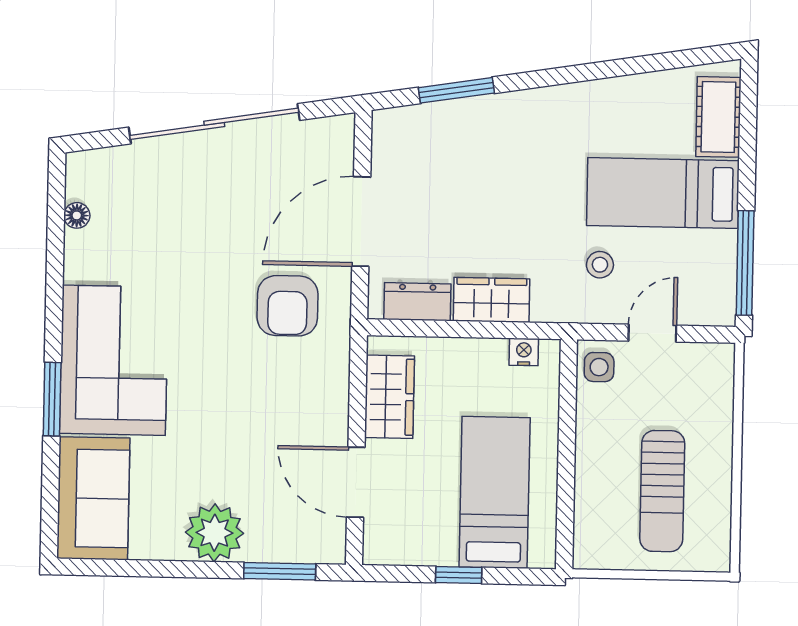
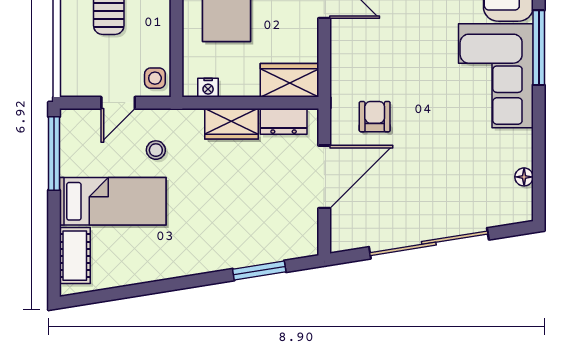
armchair: (288, 306) -> (375, 117), width x0.72, depth x0.72
wardrobe: (390, 397) -> (289, 80), moved, turned 90
window: (52, 399) -> (539, 48), width x1.44

